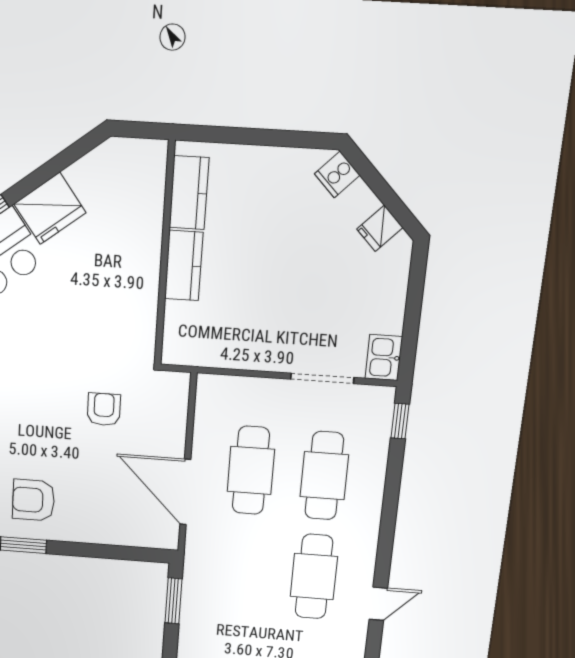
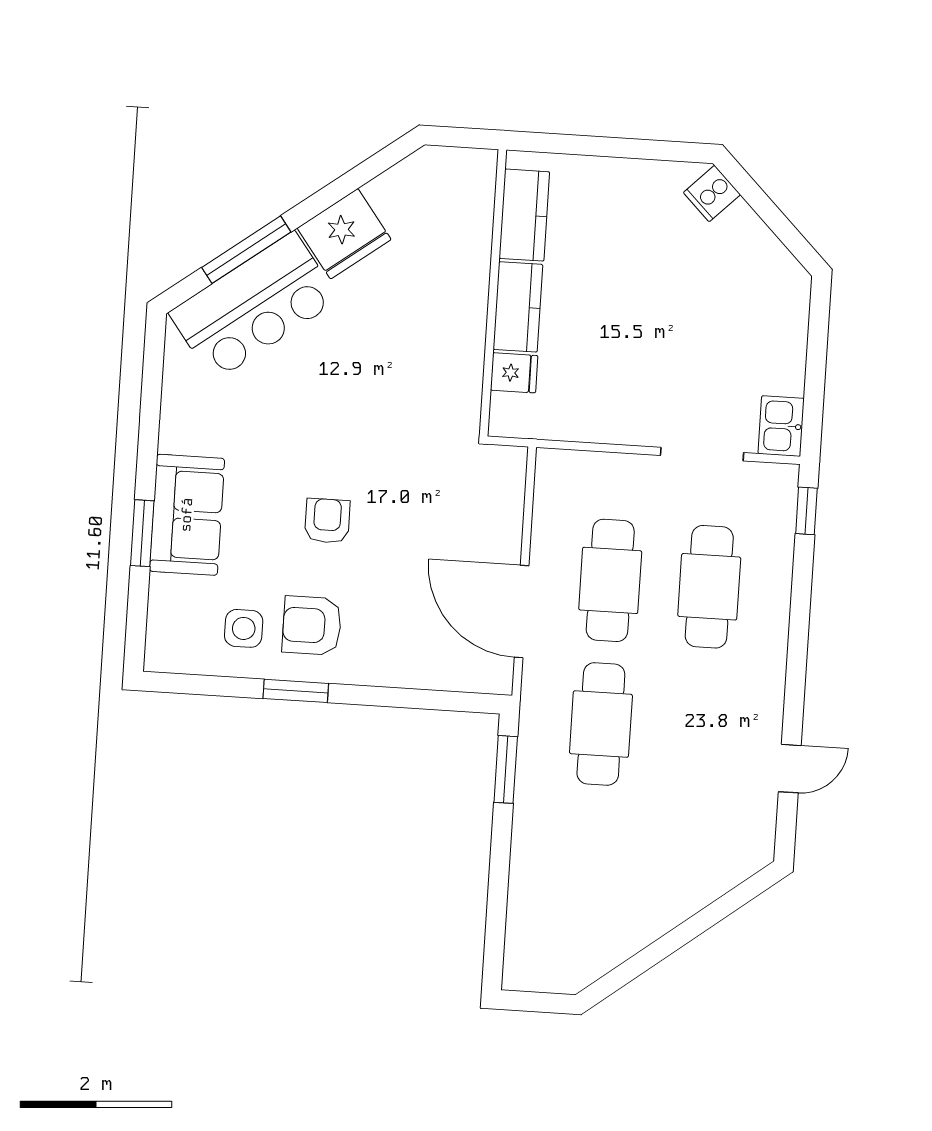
fridge: (380, 228) -> (514, 373), moved, turned -135
armchair: (104, 409) -> (327, 521), moved
cafe table: (314, 577) -> (601, 724), moved

